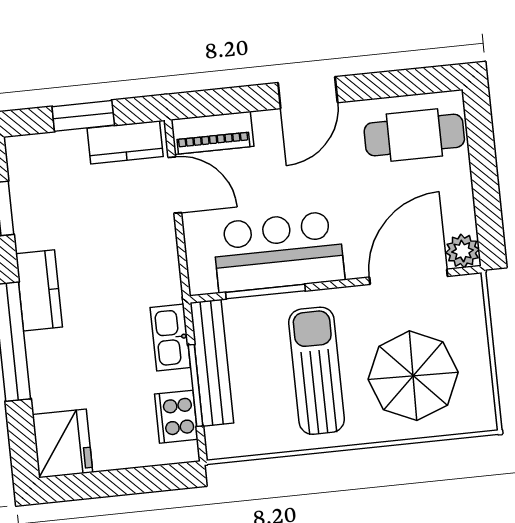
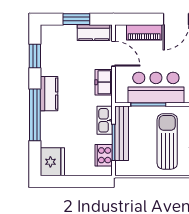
piano: (212, 133) -> (144, 32), moved
freezer: (159, 252) -> (104, 82), added

